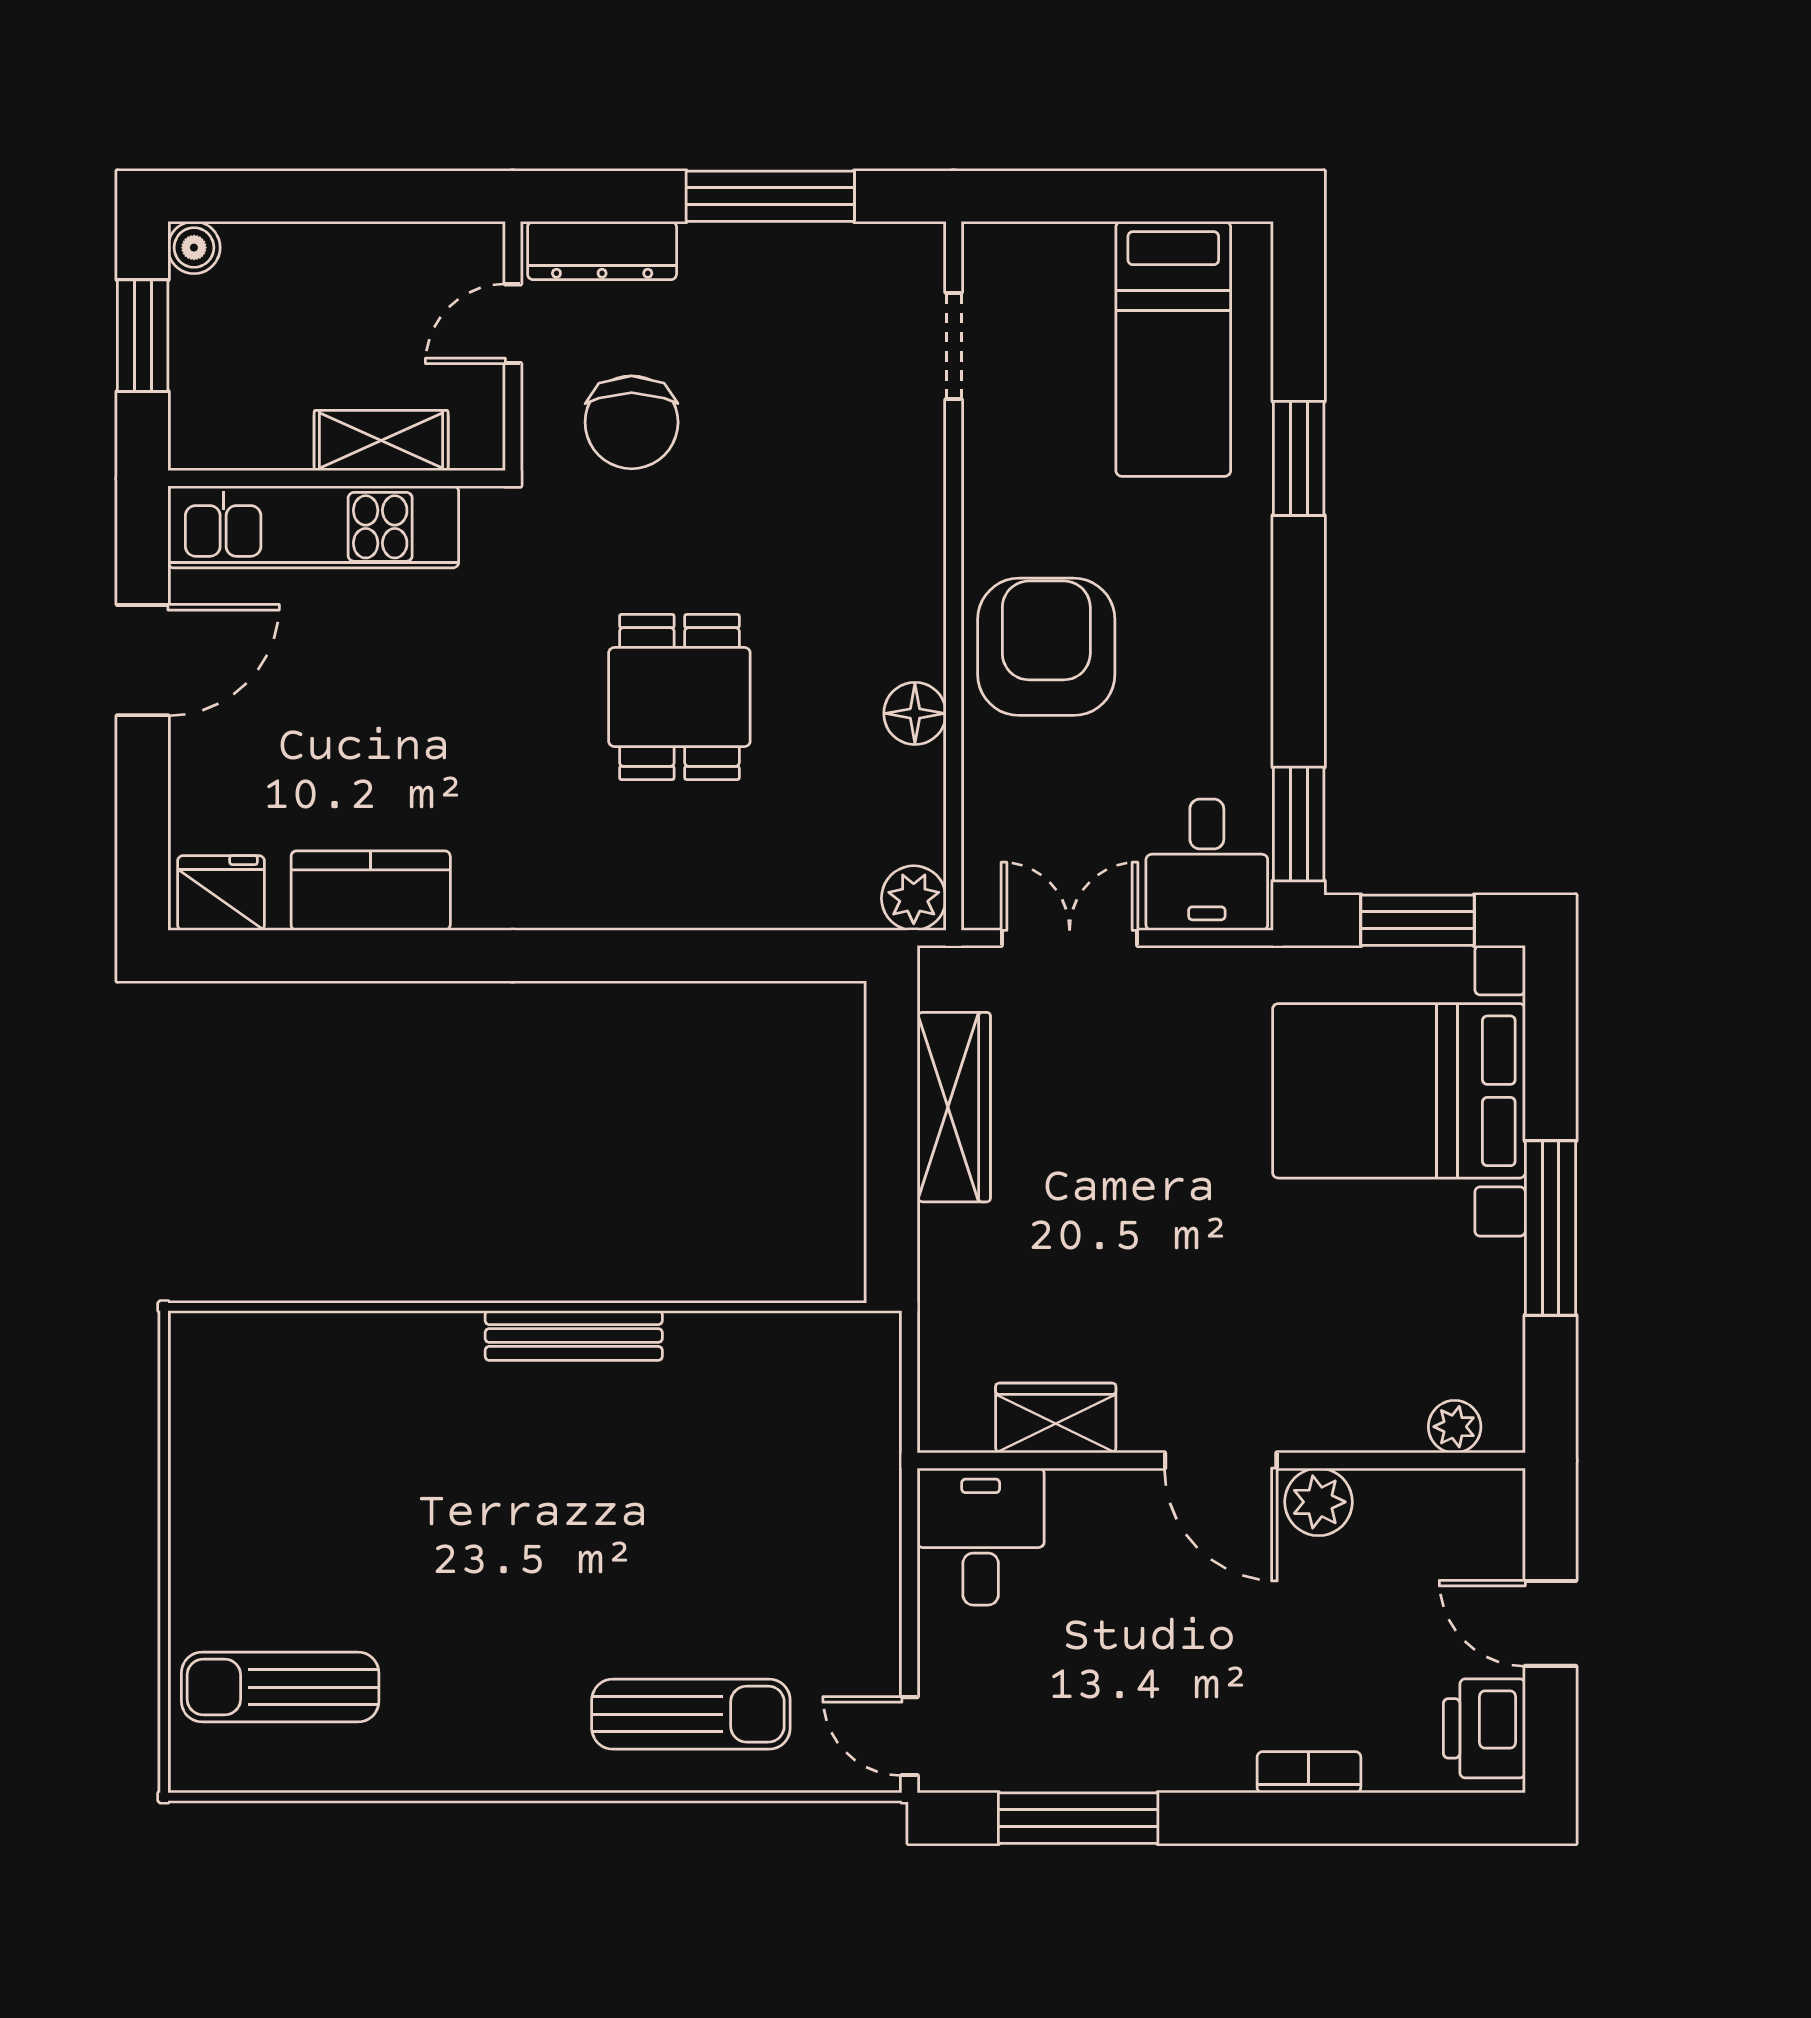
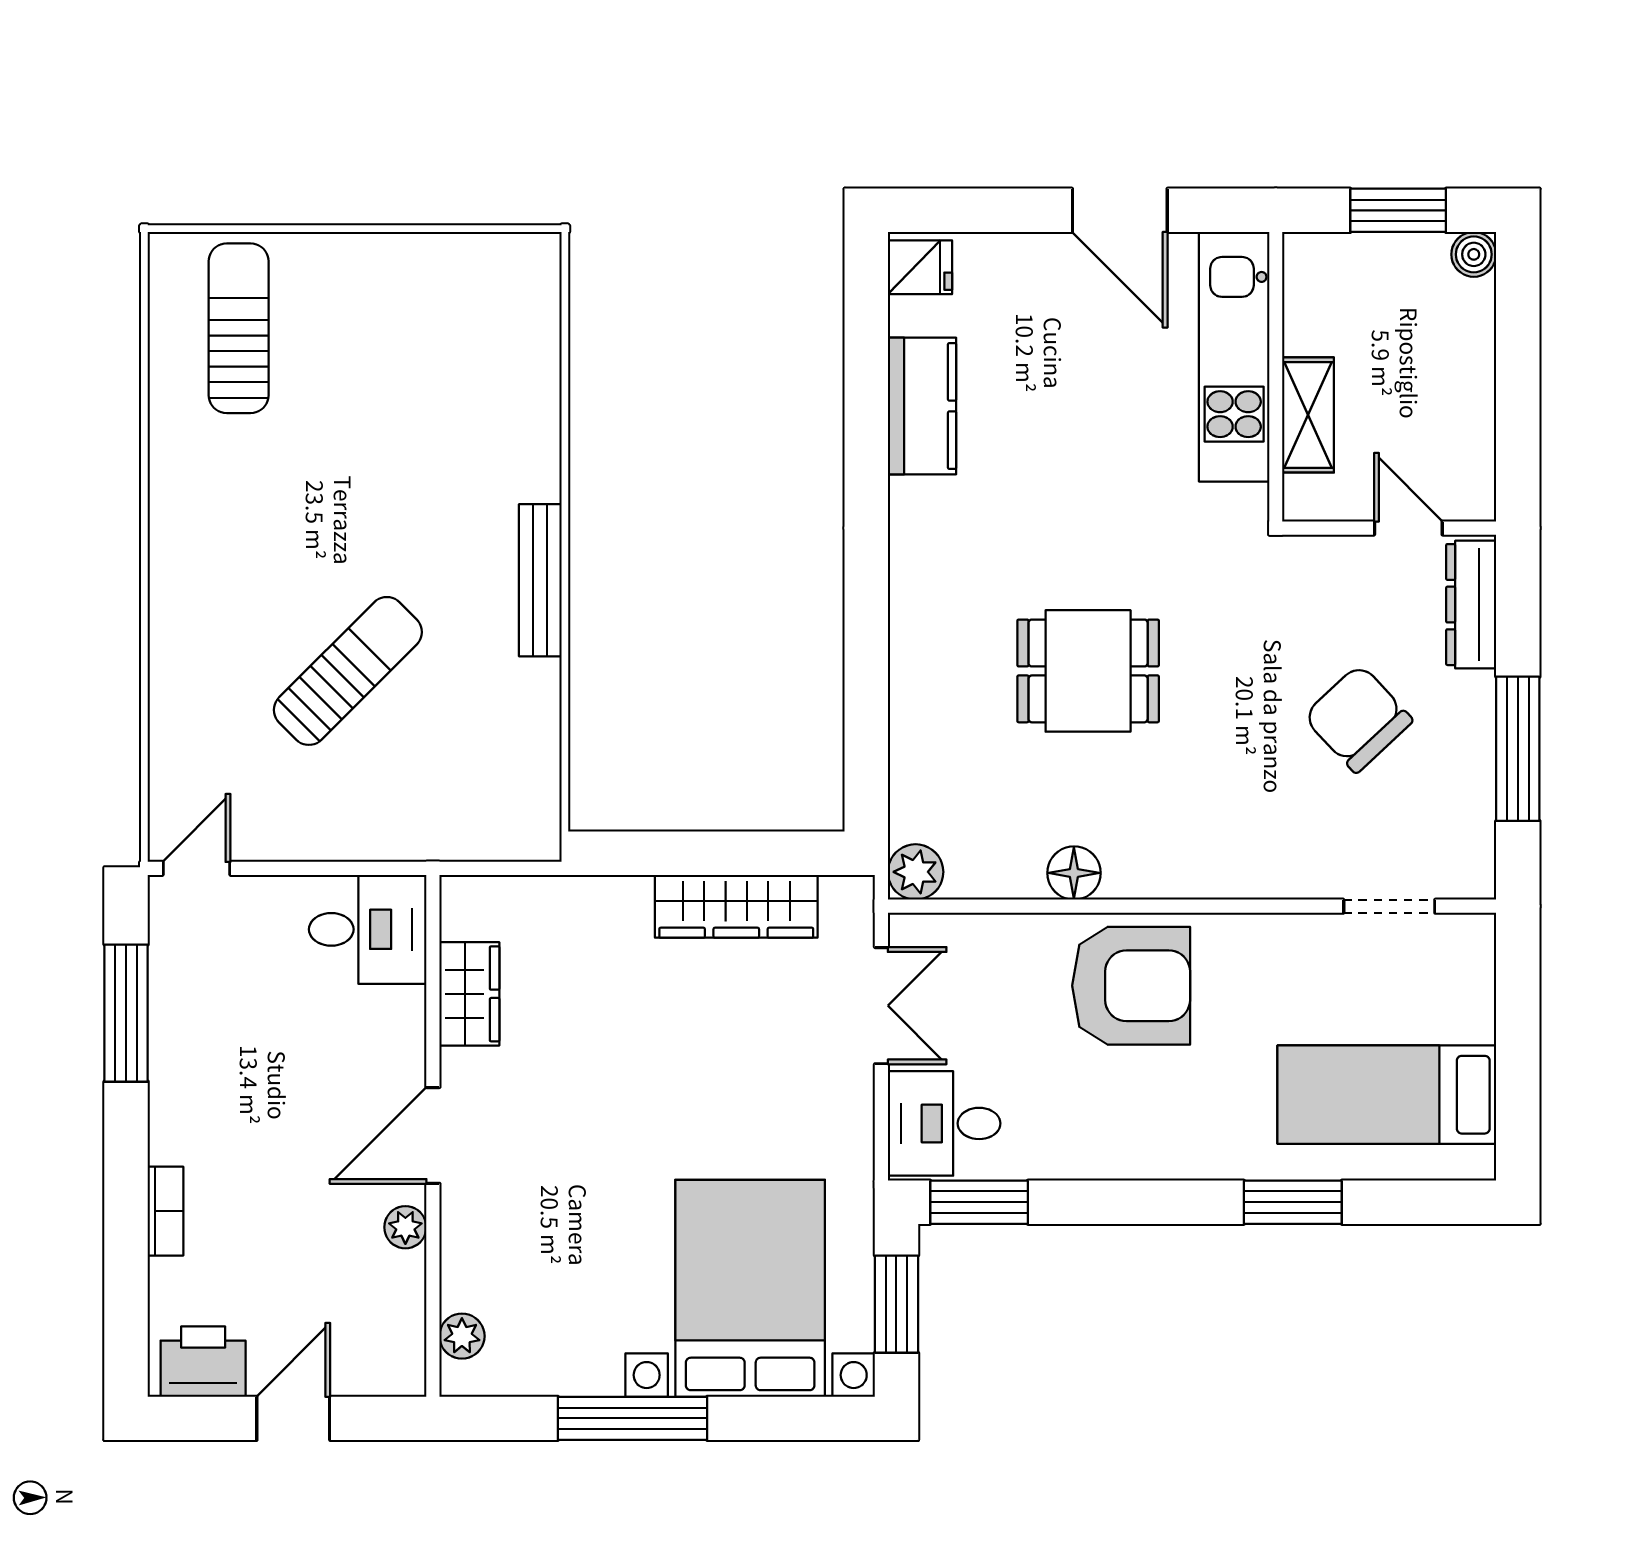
chair: (632, 422) -> (1358, 718), moved, turned 47
fridge: (221, 893) -> (920, 267), width x0.72
plant: (1319, 1502) -> (405, 1227), width x0.73, depth x0.73
sun lounger: (691, 1714) -> (348, 671), moved, turned -135

